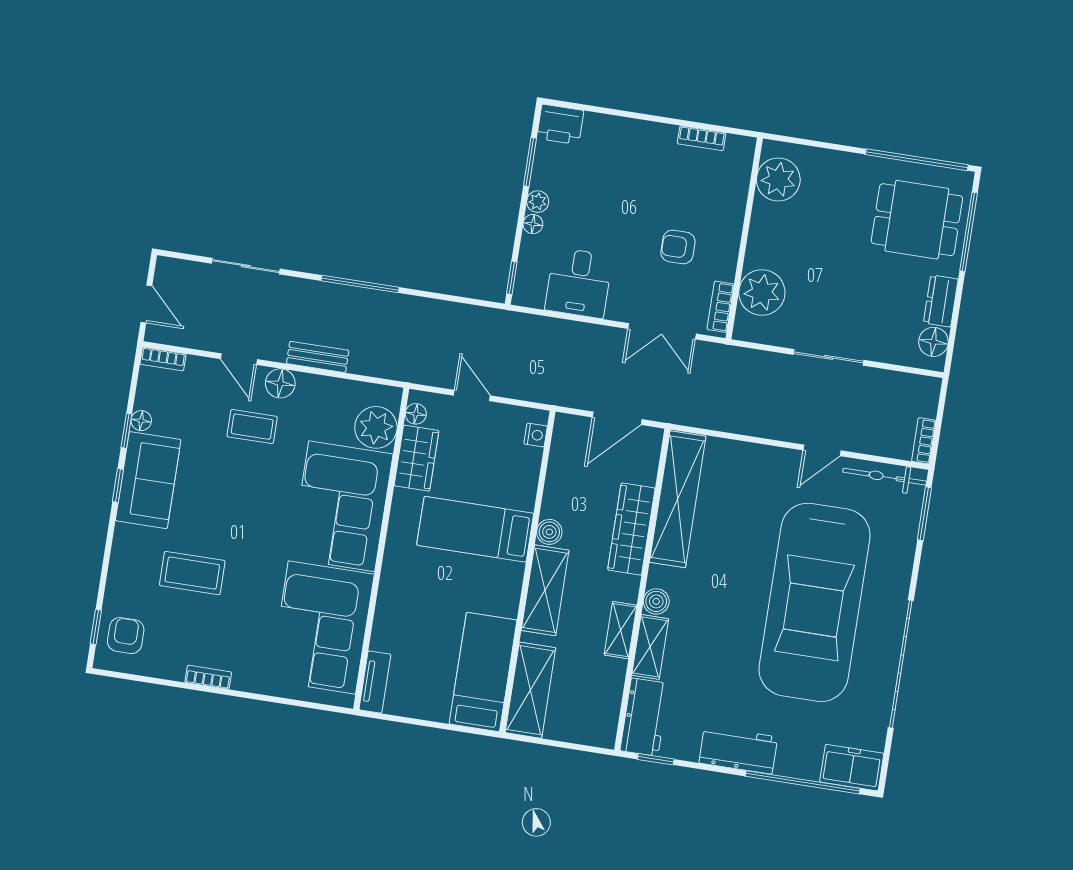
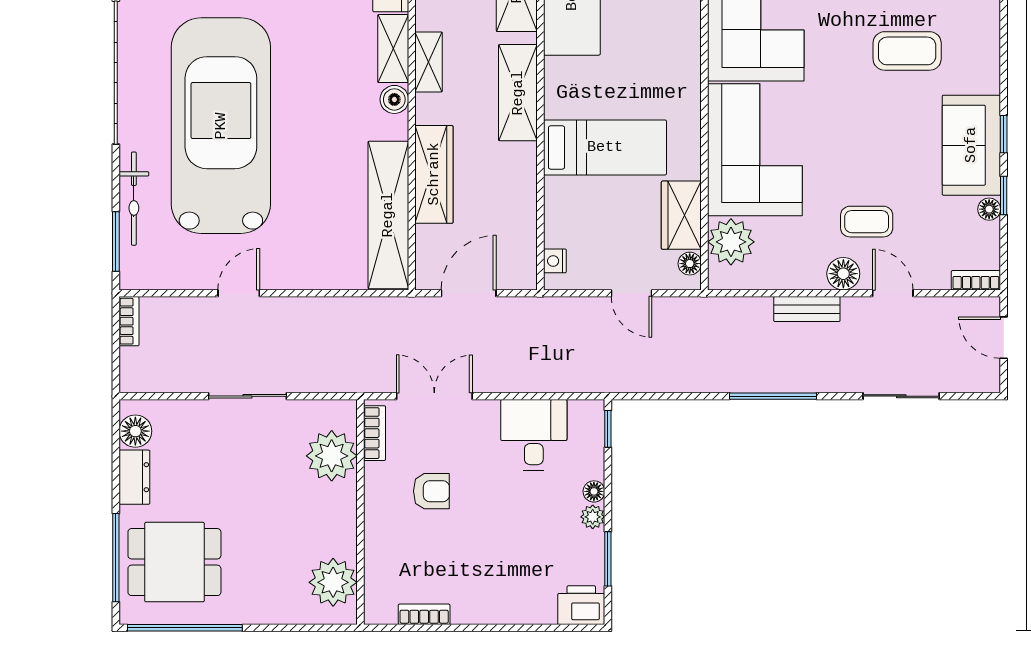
bicycle: (885, 477) -> (134, 199), moved, turned 90
boiler: (549, 532) -> (523, 157), removed

